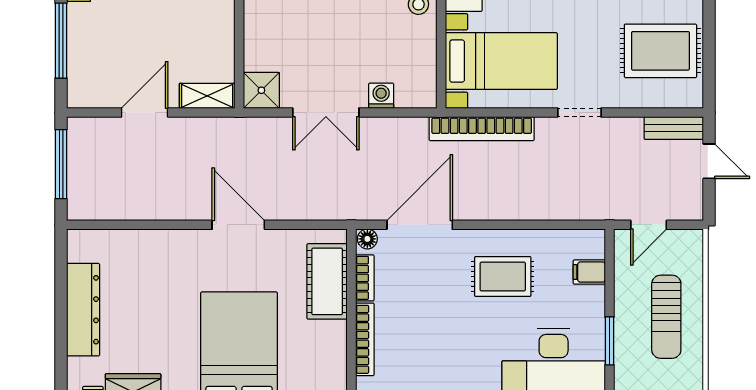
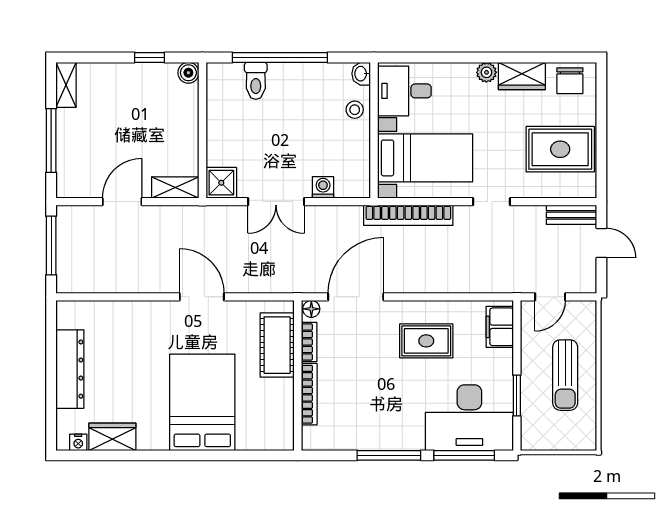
filing cabinet: (589, 272) -> (500, 327), width x2.00

